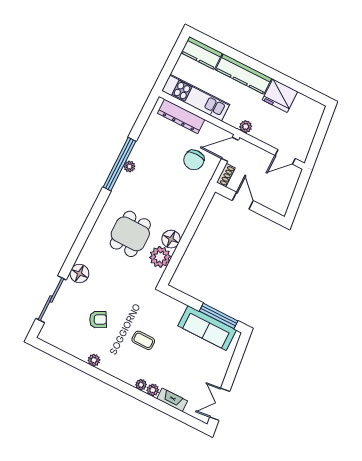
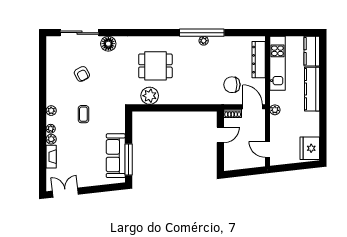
fridge: (280, 96) -> (310, 148), moved
floor lamp: (171, 239) -> (167, 97), removed
plant: (94, 360) -> (51, 111), moved

